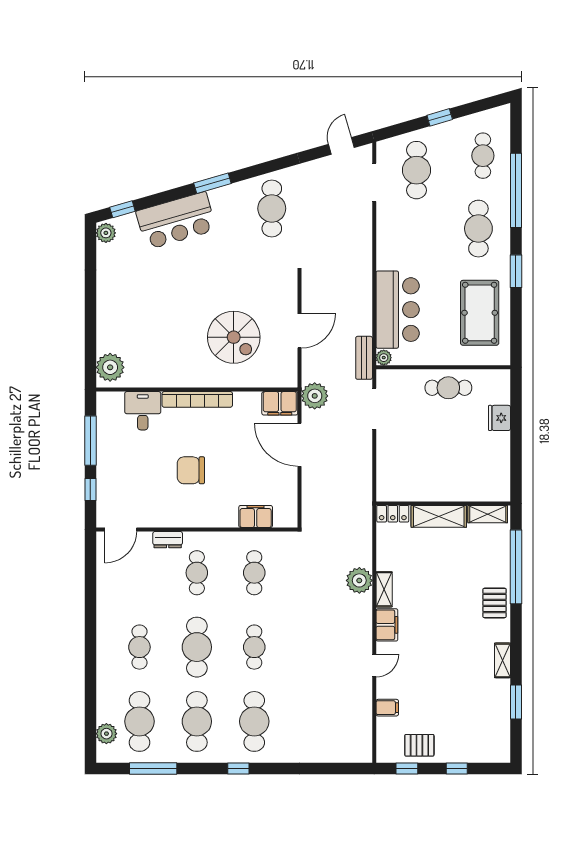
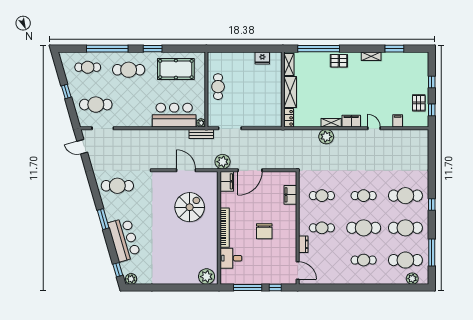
fridge: (499, 418) -> (262, 58), moved

